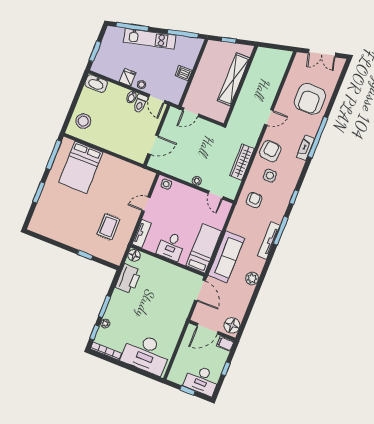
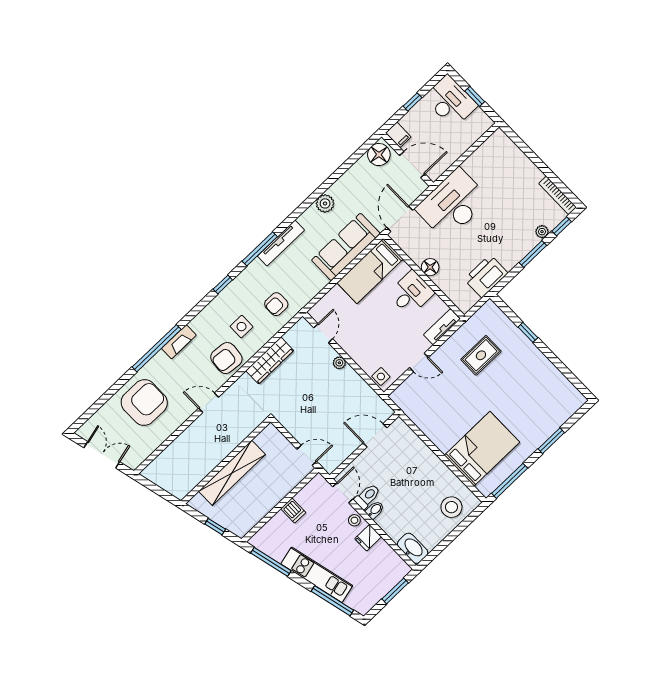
floor lamp: (134, 255) -> (430, 267), moved
desk: (146, 354) -> (453, 204), moved, turned -90

